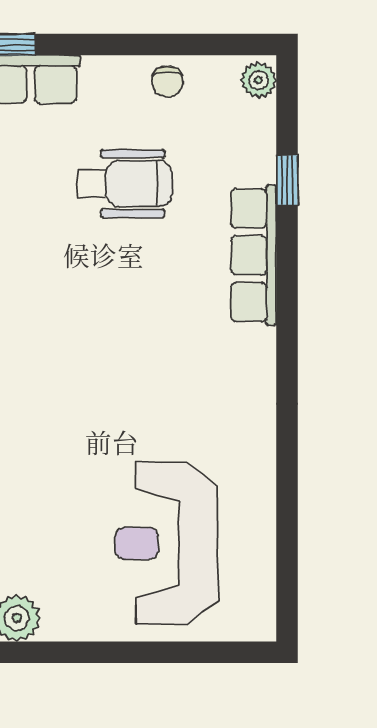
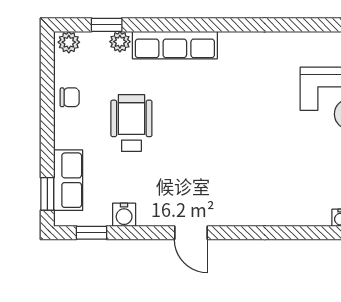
plant: (259, 165) -> (120, 42), added
window: (287, 180) -> (107, 25), moved

